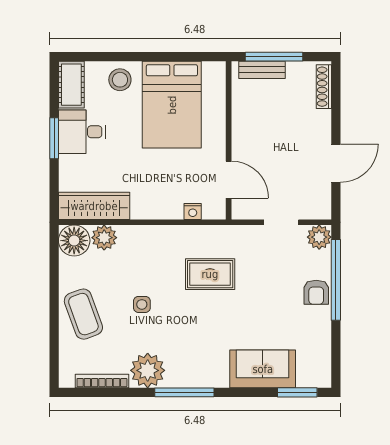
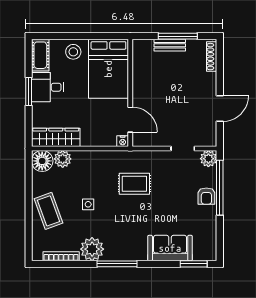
wall: (229, 140) -> (130, 93), moved
door: (229, 180) -> (130, 120), moved

